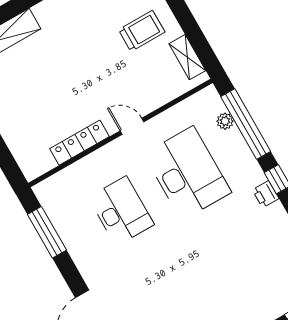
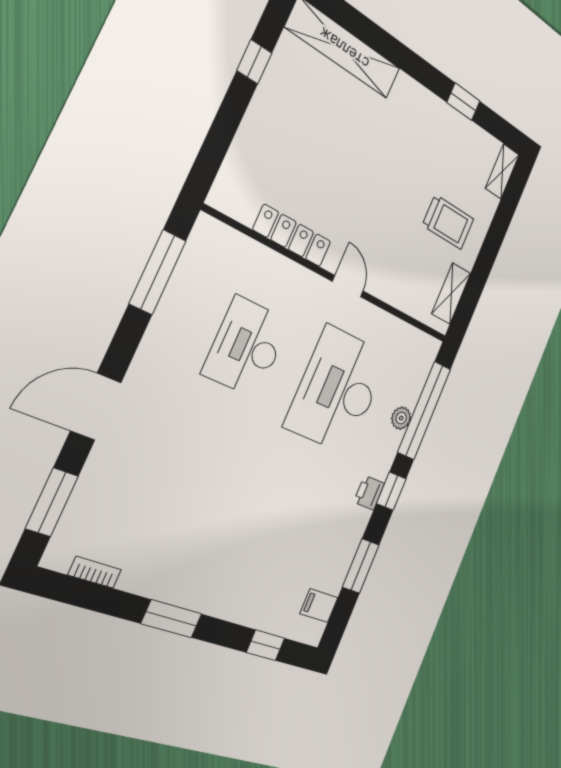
plant: (225, 121) -> (401, 418), moved
desk: (187, 173) -> (338, 390), turned 180
desk: (121, 211) -> (247, 347), turned 180

